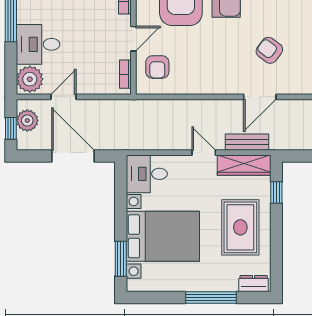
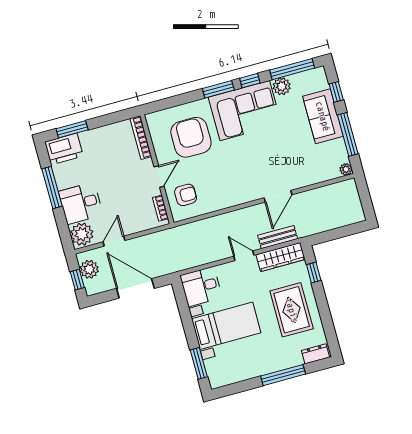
armchair: (269, 50) -> (275, 155), removed
armchair: (157, 67) -> (186, 195), turned -90
bed with nightstands: (163, 236) -> (226, 326), width x0.73

